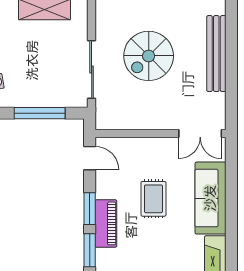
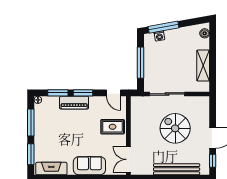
door: (90, 158) -> (114, 93), hinge flipped
sofa: (210, 198) -> (89, 166), width x0.73
rug: (153, 199) -> (113, 127), moved

